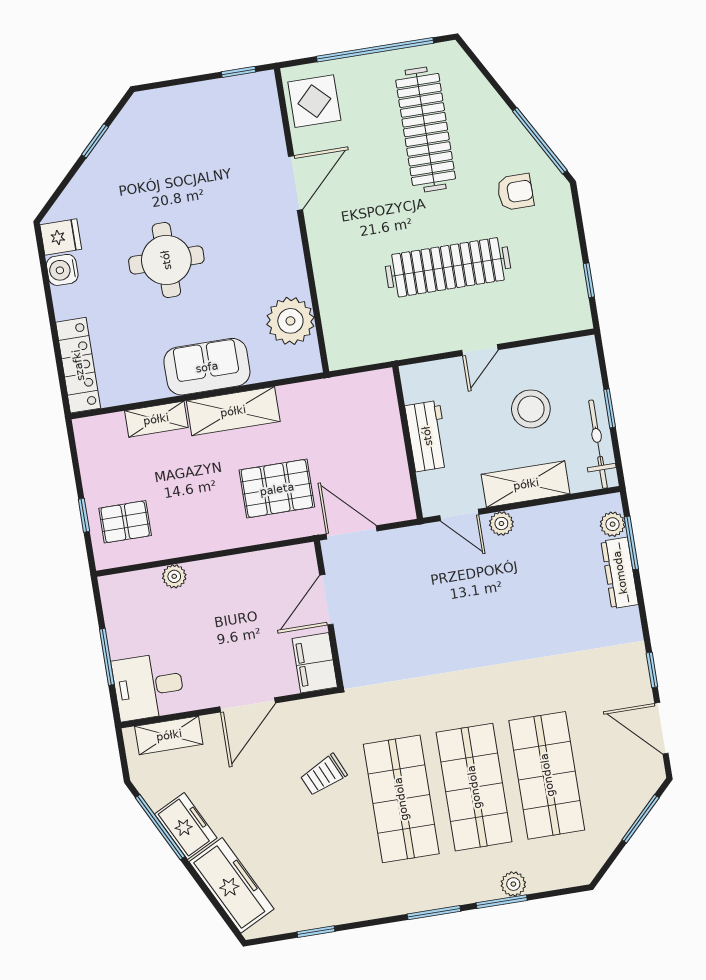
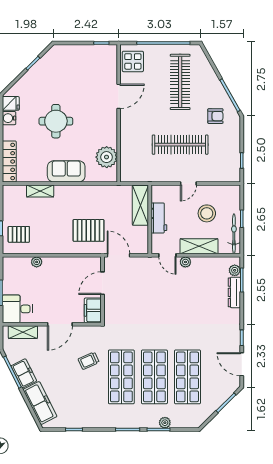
shelving: (233, 411) -> (140, 205), moved, turned 90

